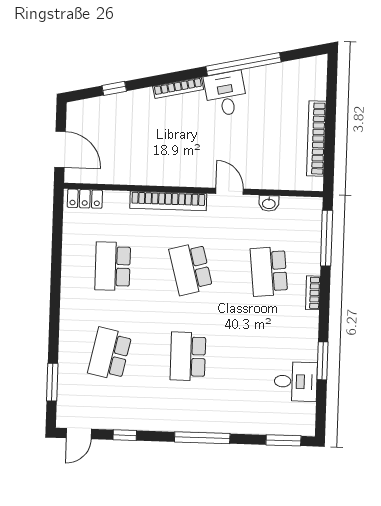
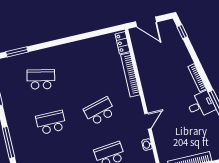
window: (114, 88) -> (182, 32), moved
door: (60, 149) -> (146, 22), hinge flipped
bookcase: (168, 201) -> (130, 75), moved
school desk: (113, 266) -> (89, 68), removed

